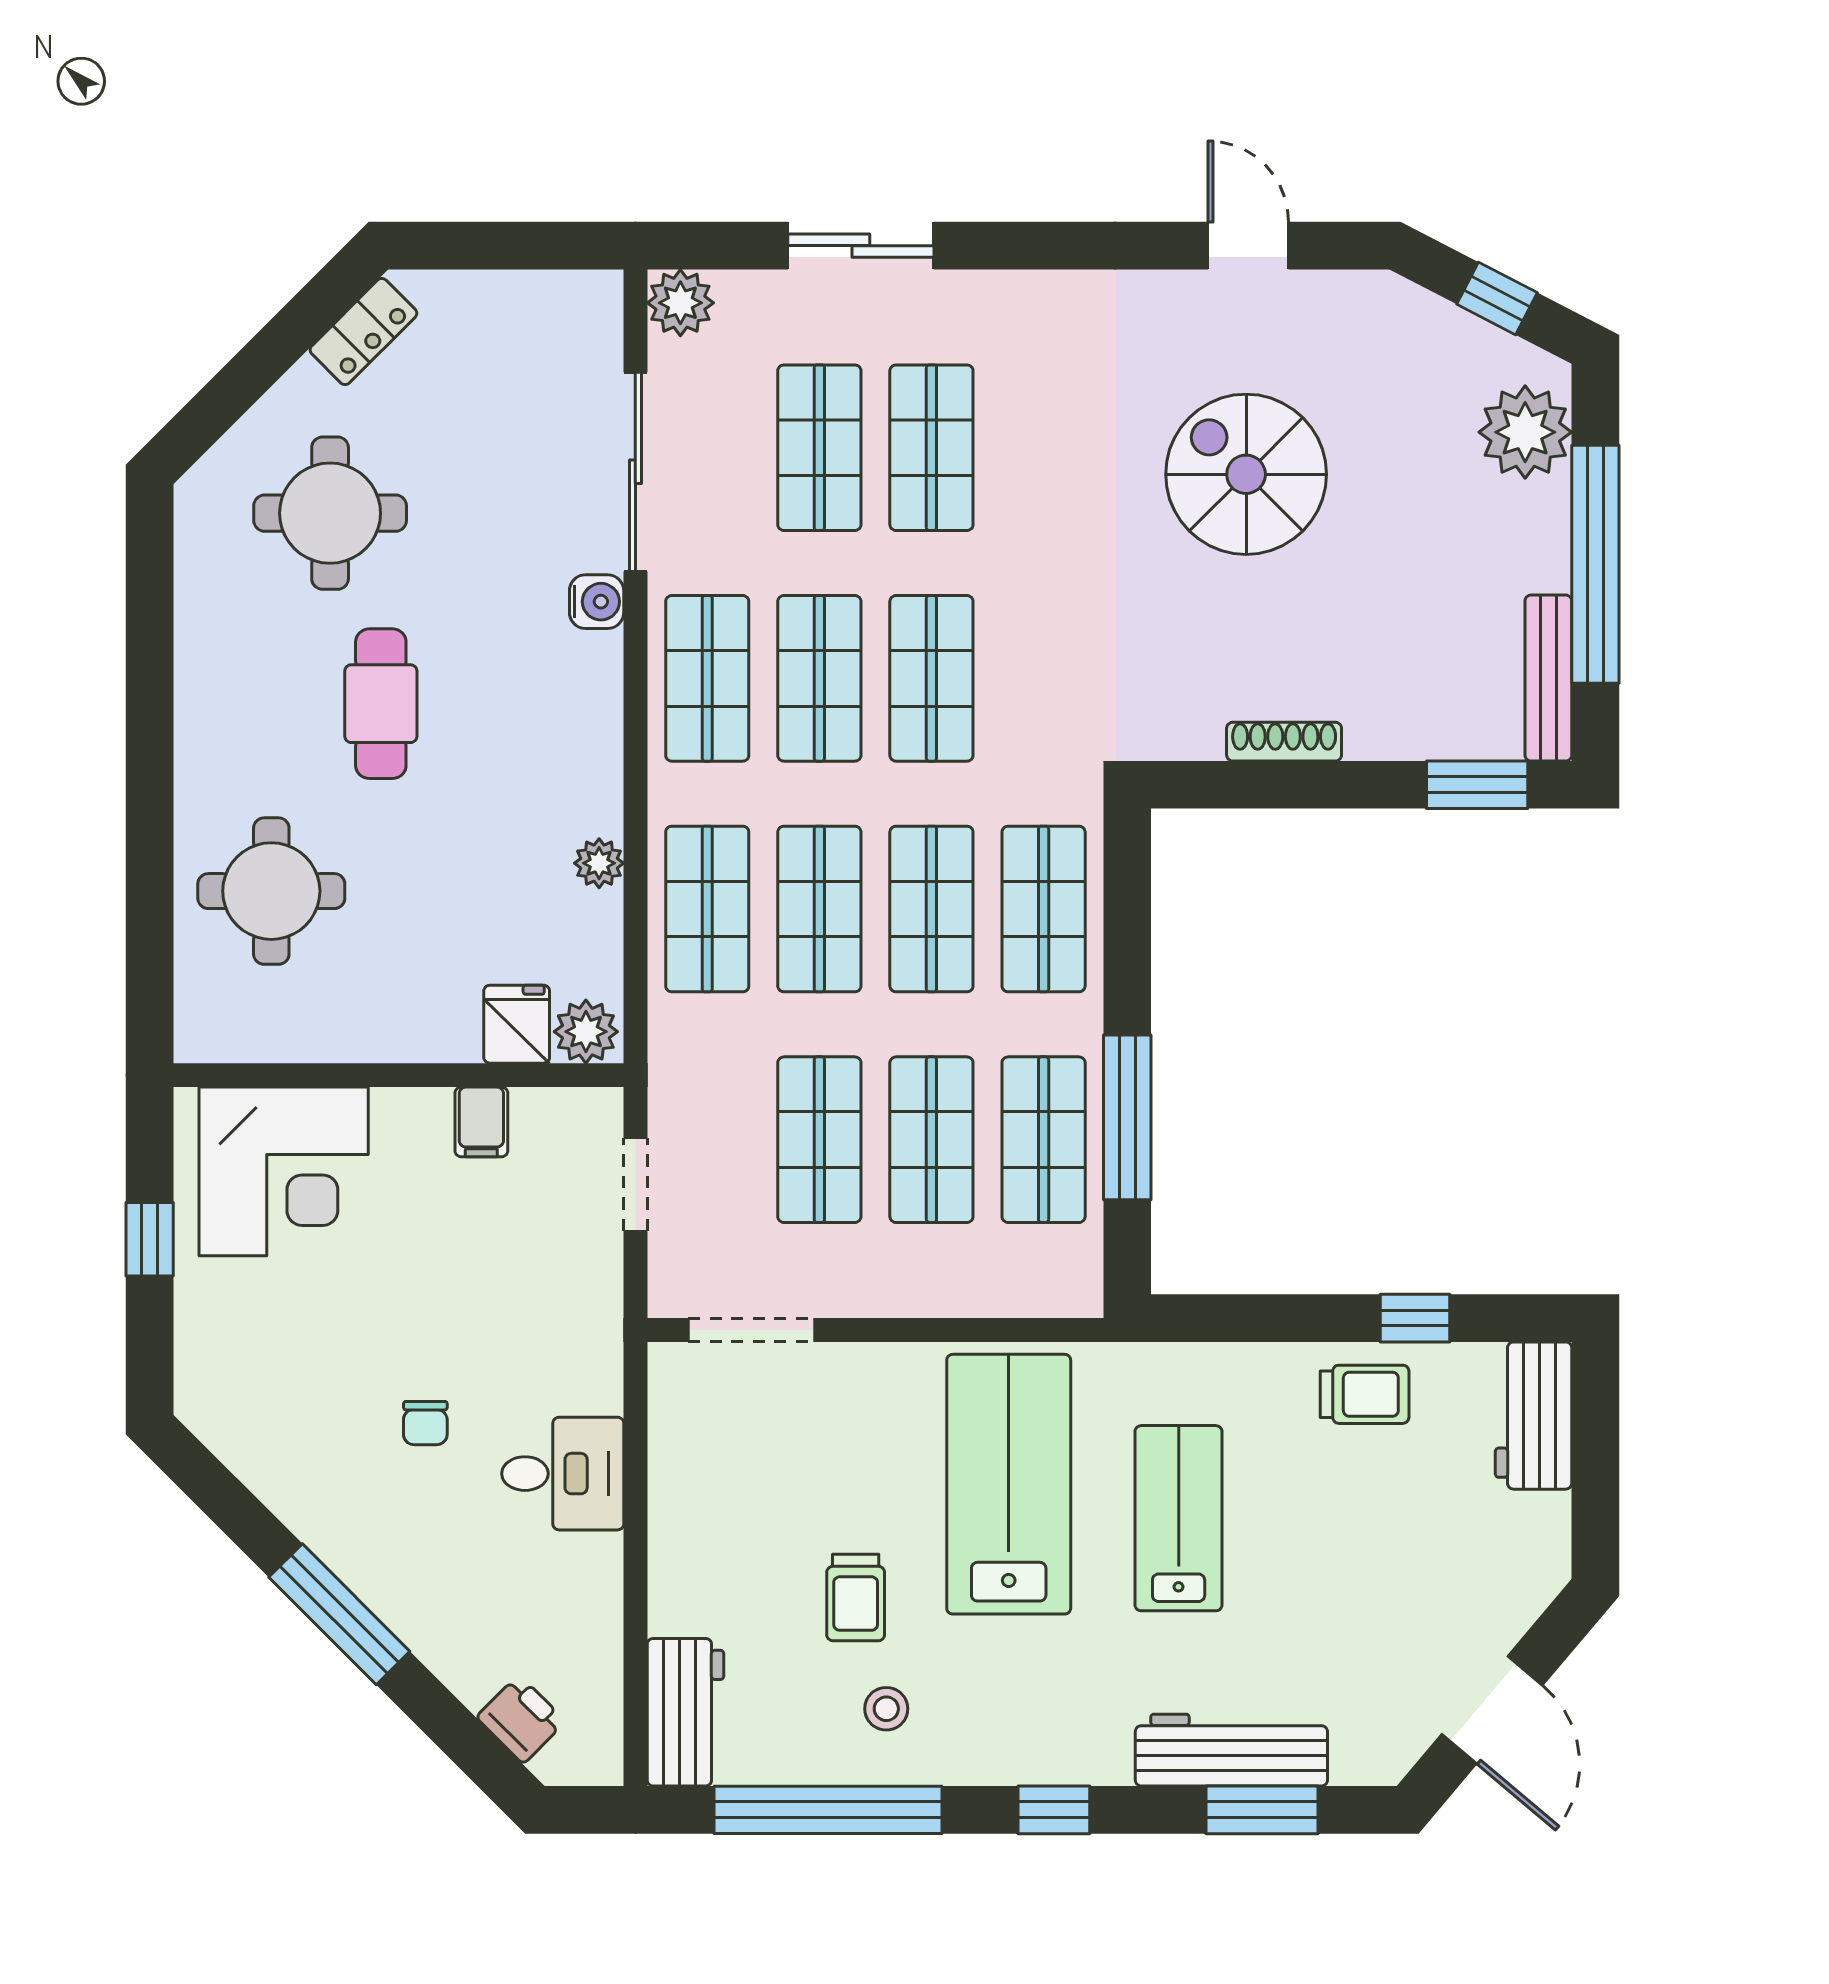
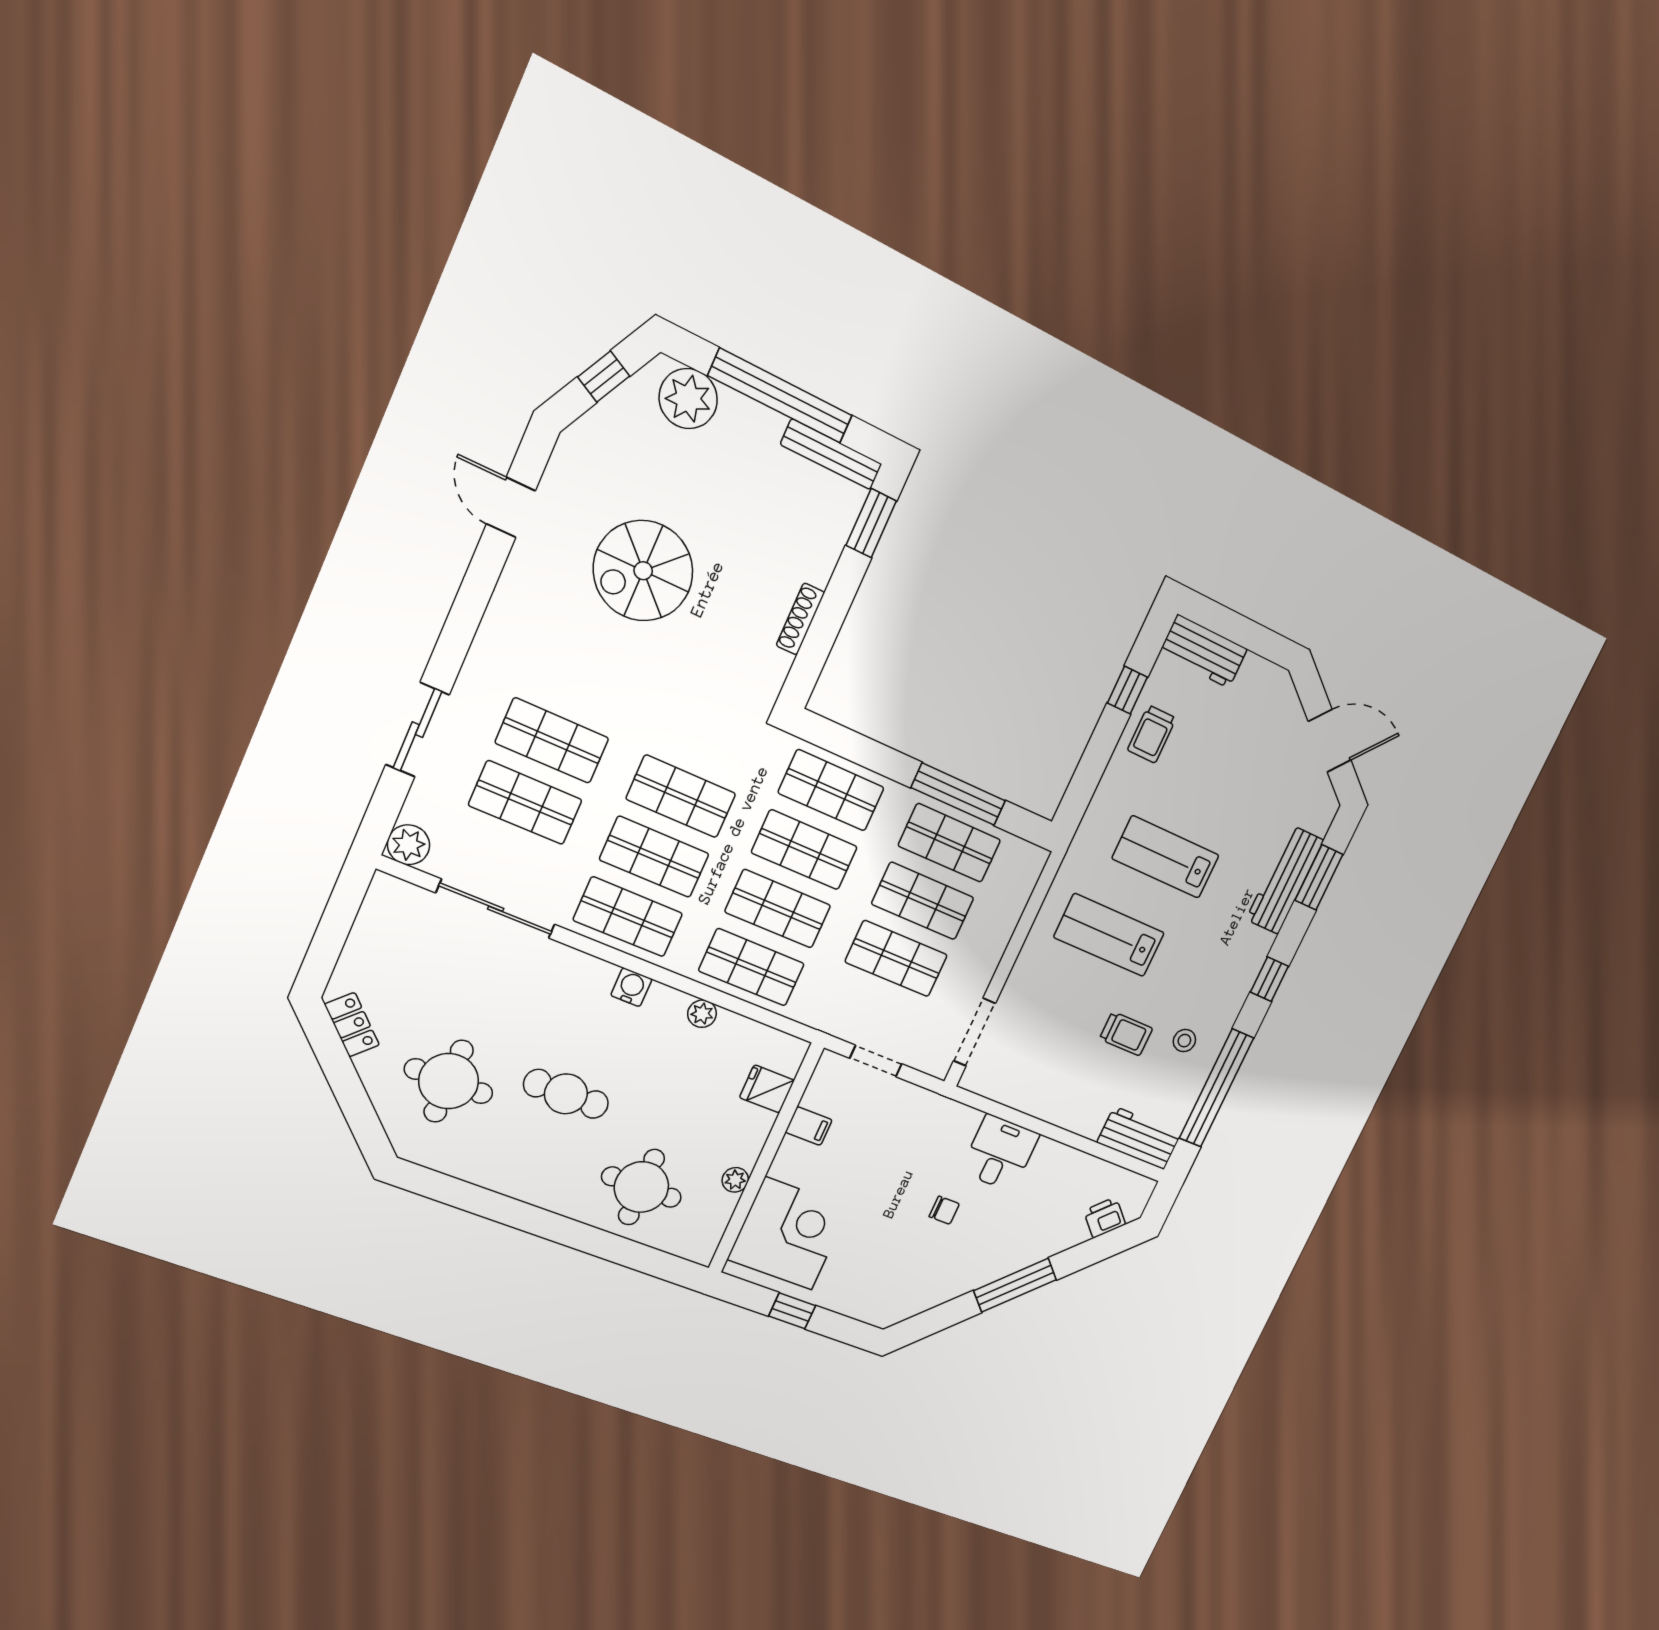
door: (1248, 246) -> (511, 507), hinge flipped
water cooler: (597, 602) -> (631, 987), moved
plant: (586, 1032) -> (735, 1180), moved, width x0.73, depth x0.73
trolley: (1365, 1394) -> (1152, 734), turned 180
lab bench: (1009, 1484) -> (1109, 935), width x0.73, depth x0.72

